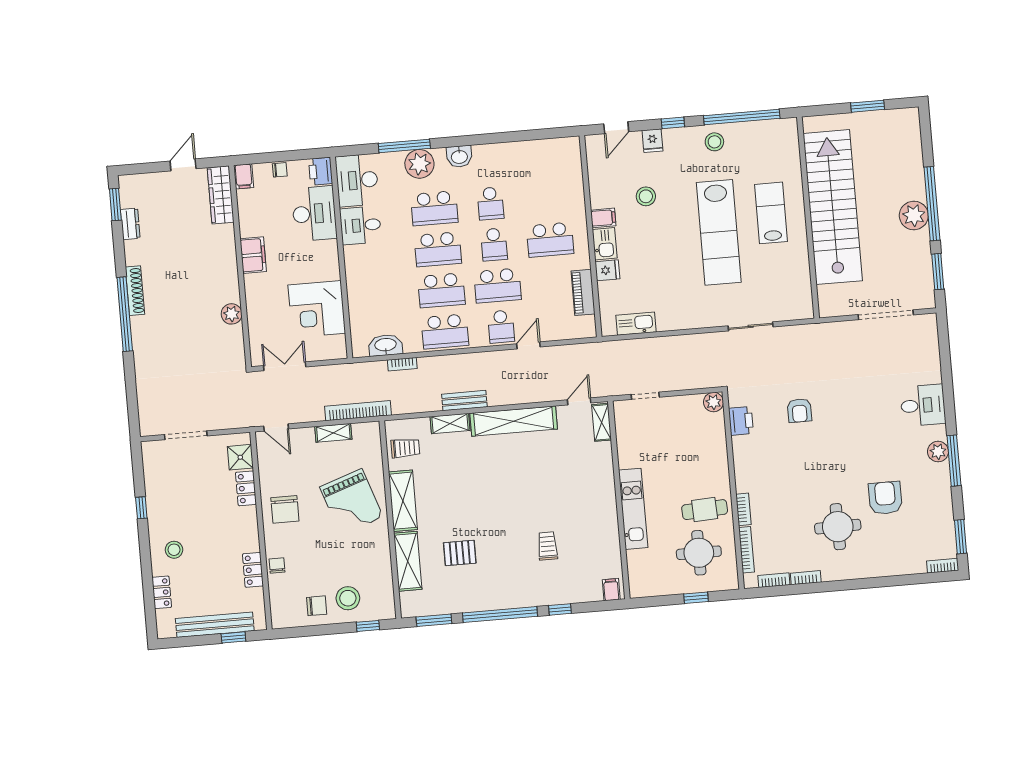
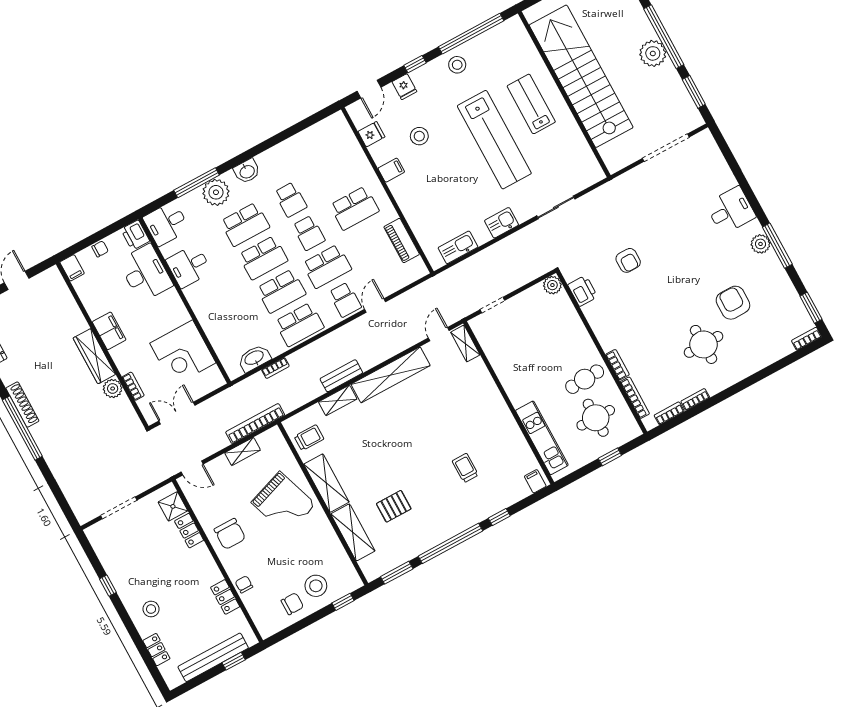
desk: (357, 180) -> (166, 224), width x0.73
wardrobe: (221, 195) -> (94, 356), moved
kitchen sink: (605, 244) -> (502, 223), moved, turned -90
fridge: (607, 270) -> (371, 134), moved
bookcase: (253, 321) -> (133, 386), added
kitchen unit: (633, 509) -> (542, 438), moved

